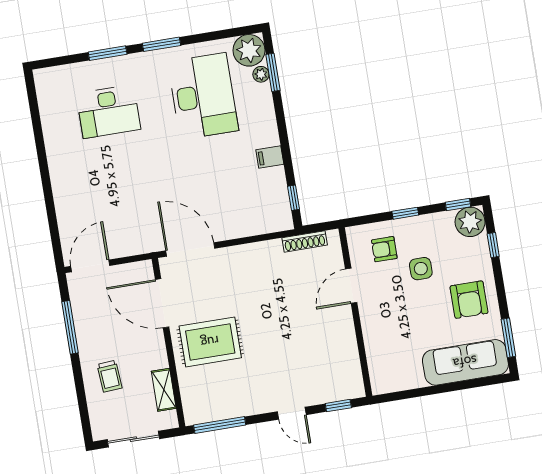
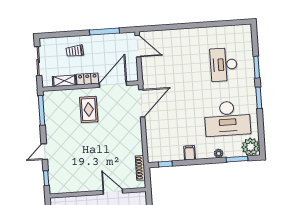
plant: (261, 74) -> (219, 153), moved
rug: (210, 342) -> (89, 109), width x0.73, depth x0.70
locker: (157, 349) -> (87, 79), added

